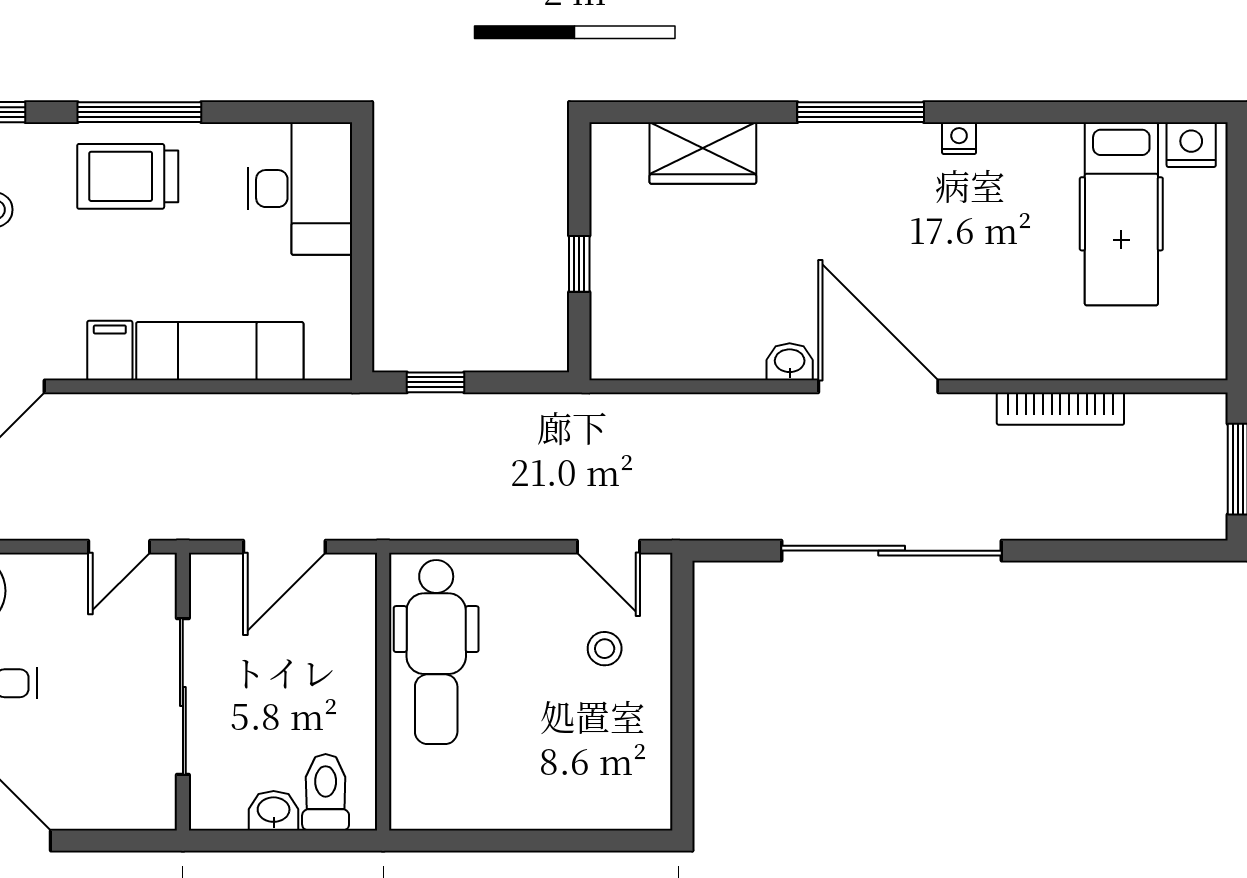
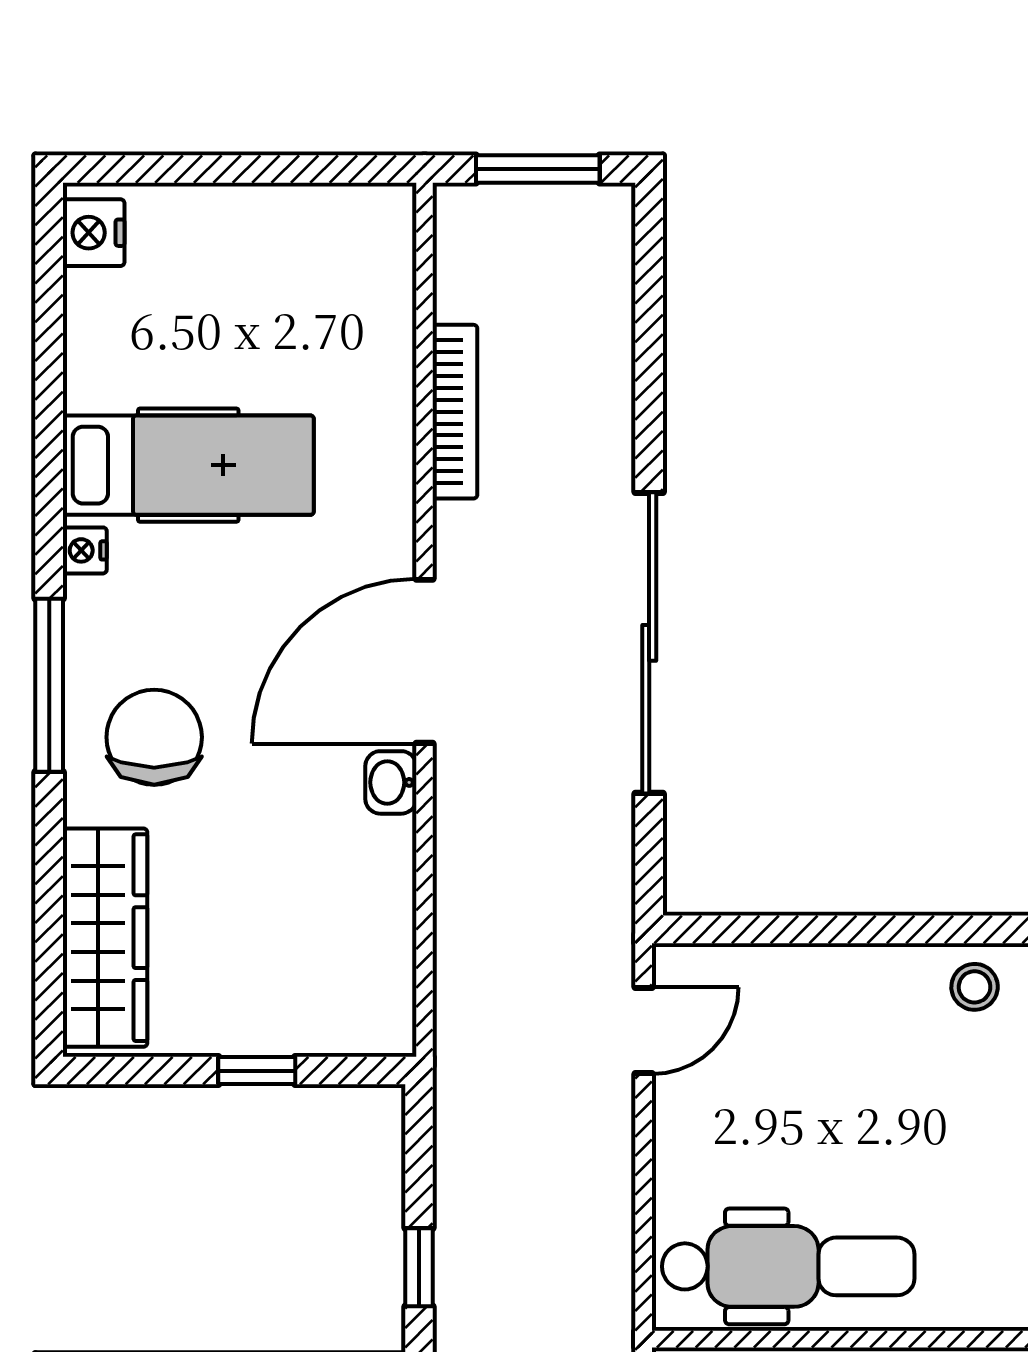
wardrobe: (703, 153) -> (105, 938), width x1.50
chair: (823, 189) -> (154, 737), added
hospital bed: (1121, 214) -> (188, 465), moved
stool: (605, 649) -> (975, 987), moved

